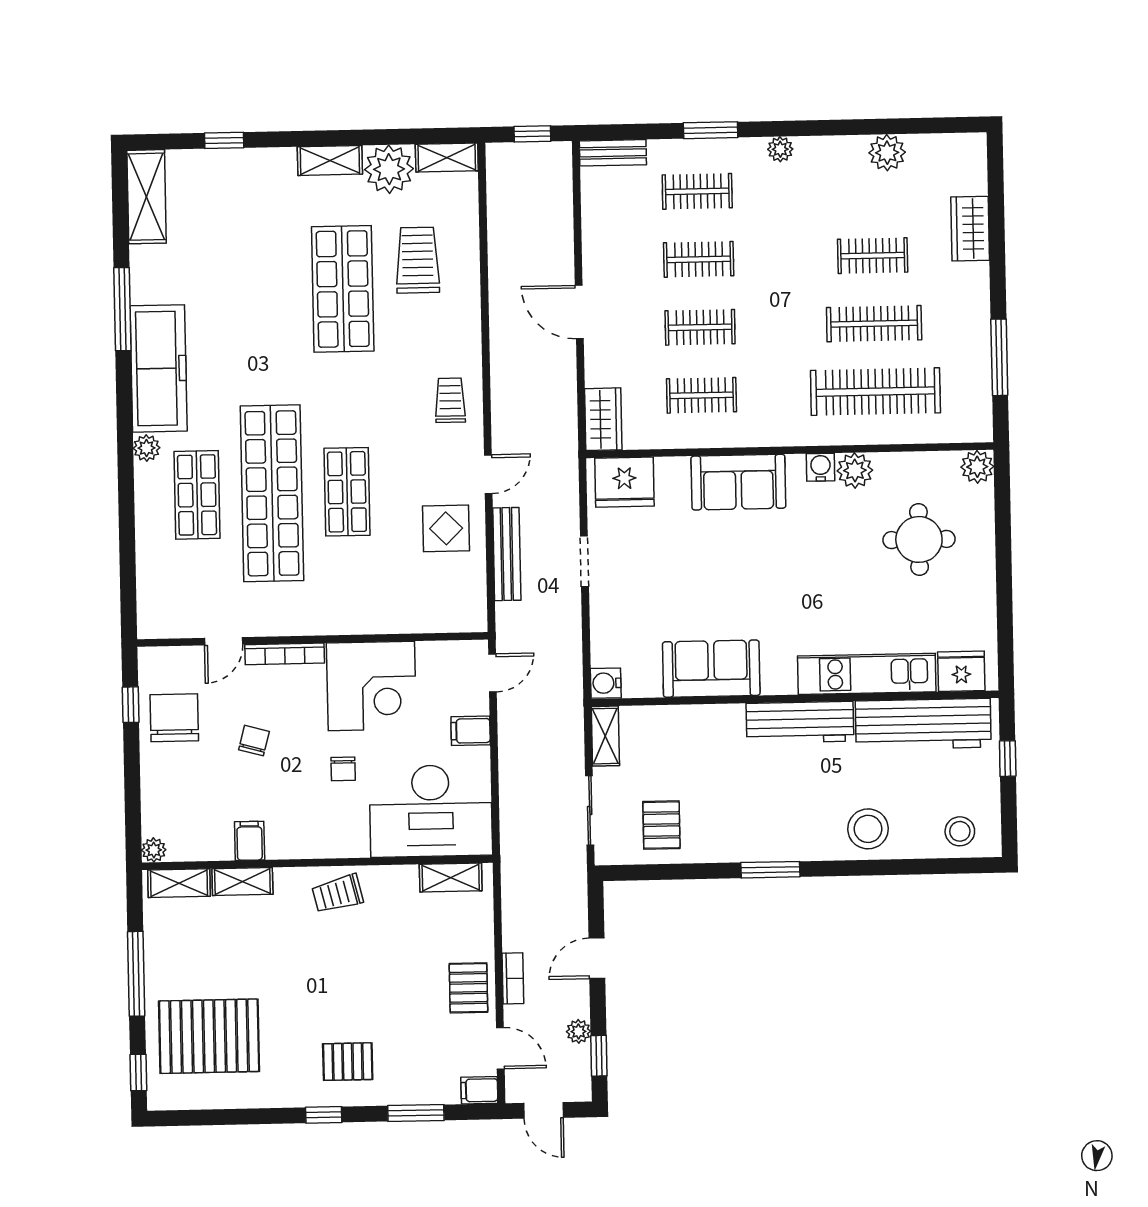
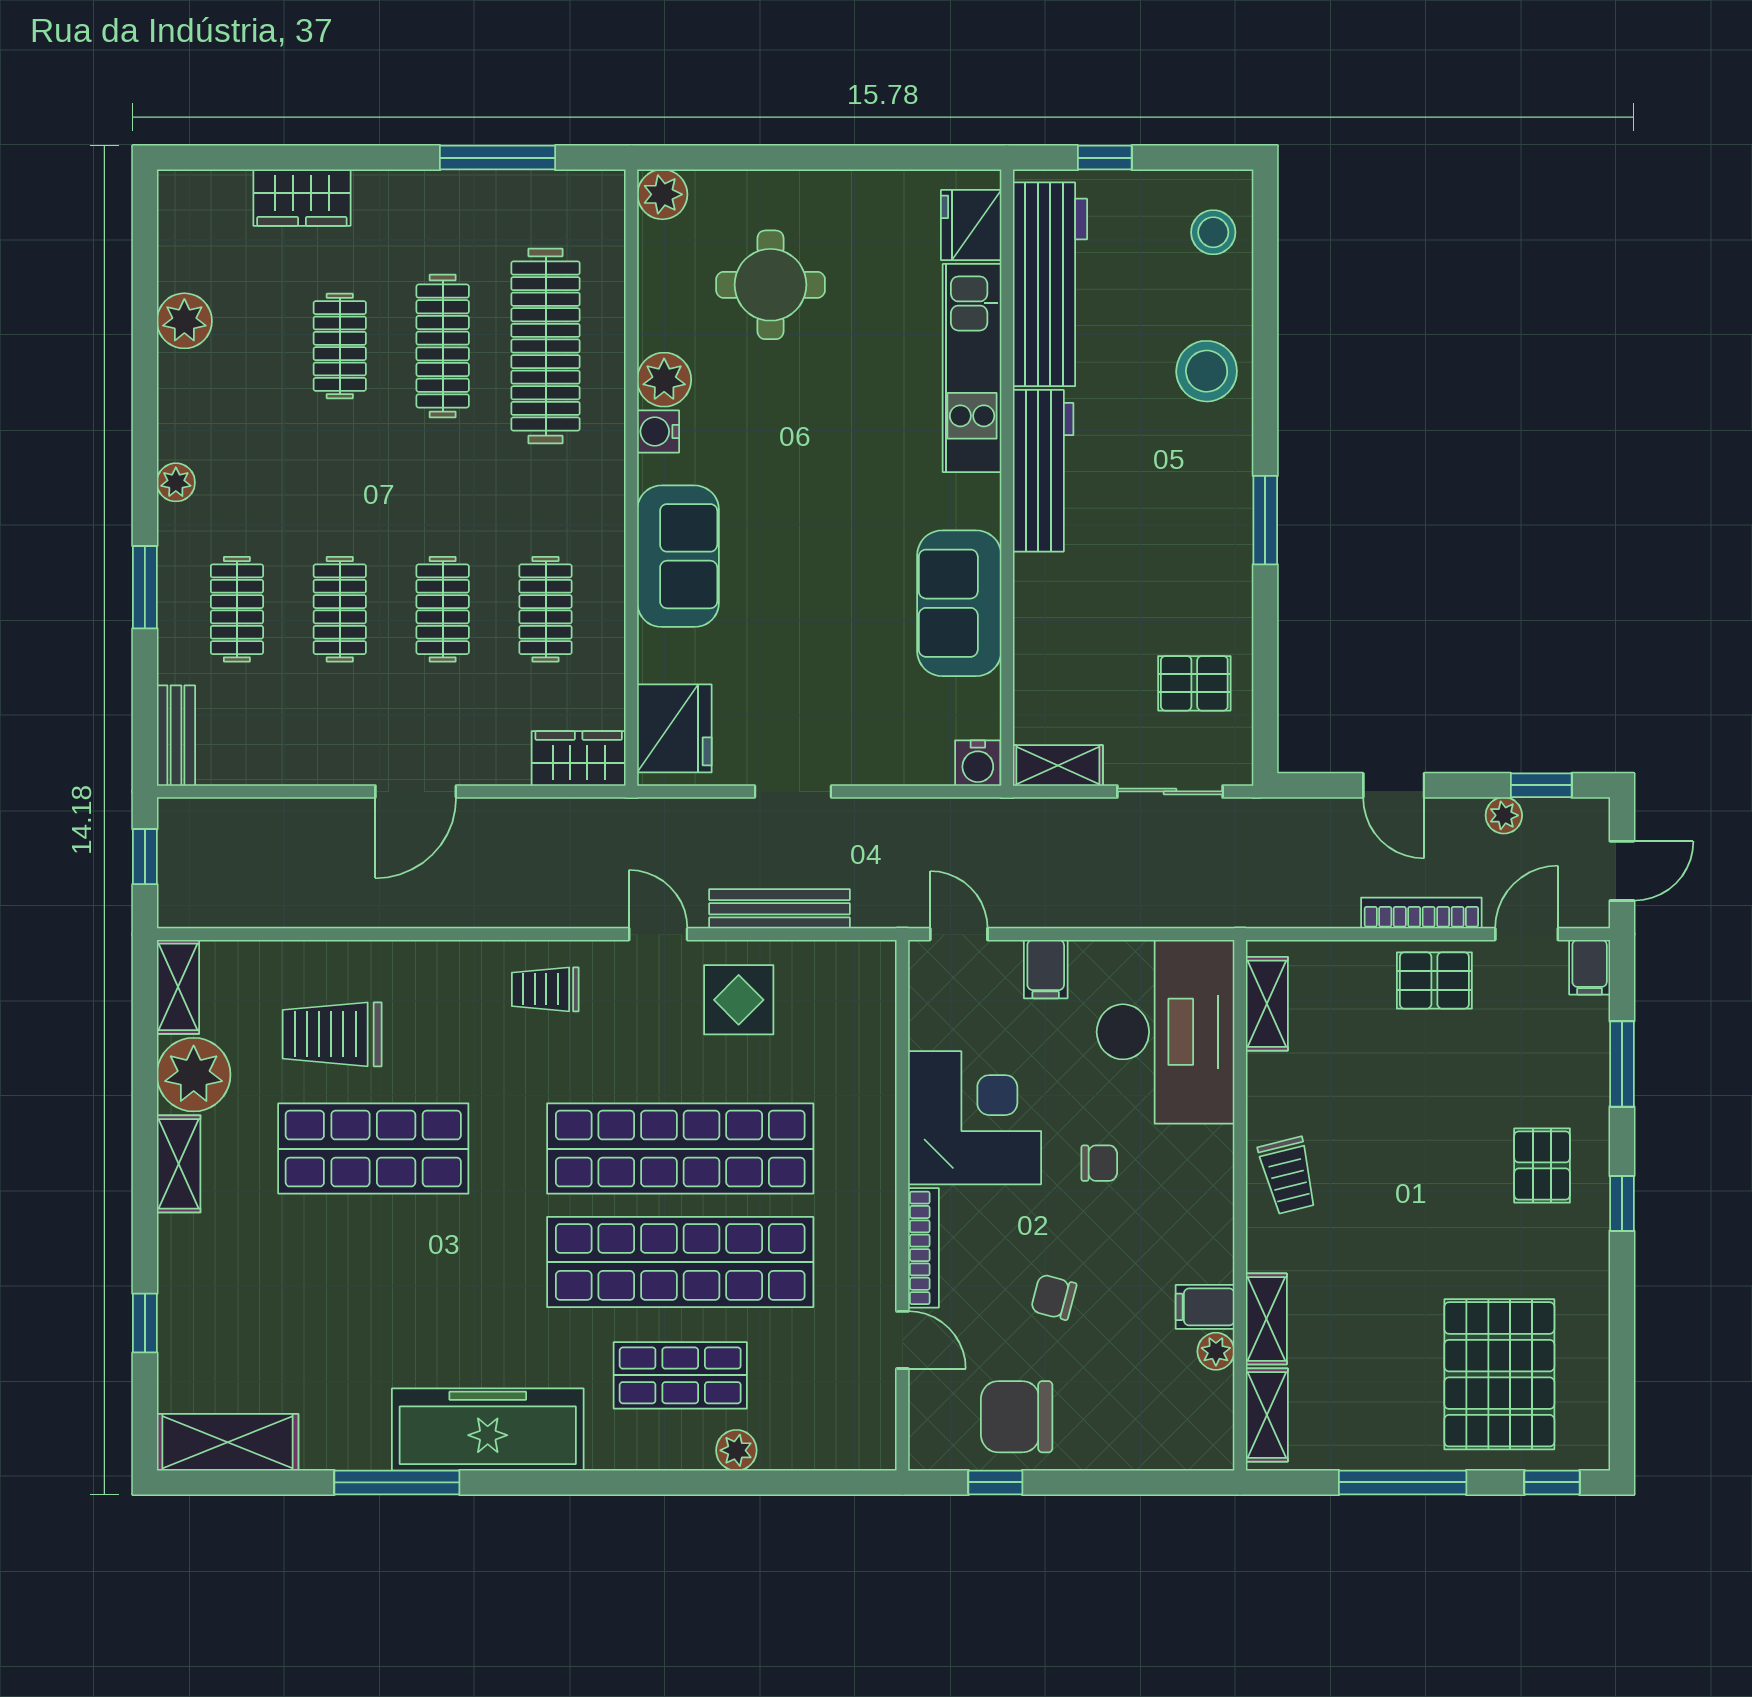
plant: (147, 448) -> (736, 1450), moved
shop shelf: (347, 492) -> (680, 1149), width x2.00, depth x1.36
plant: (154, 850) -> (1216, 1351), moved
bookcase: (513, 978) -> (1421, 913), width x1.56

